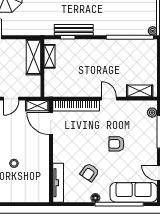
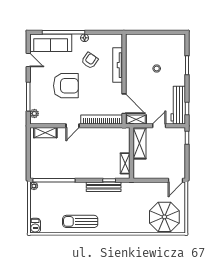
shelving: (33, 57) -> (139, 143), moved
door: (109, 99) -> (73, 126), hinge flipped
armchair: (116, 144) -> (66, 86), width x1.88, depth x1.88
tv unit: (58, 183) -> (118, 65), moved

